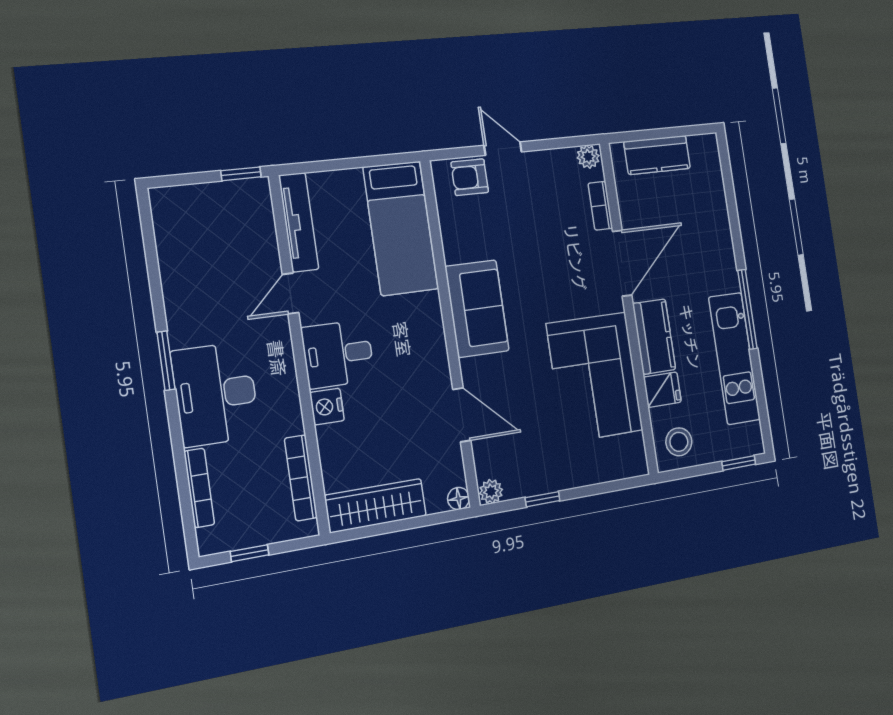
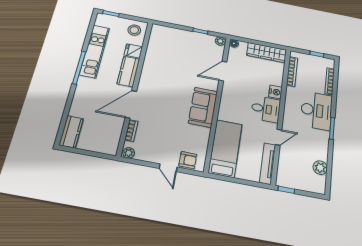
kitchen counter: (657, 155) -> (71, 132), moved, turned 90
plant: (174, 250) -> (320, 168), added
corner sofa: (595, 377) -> (161, 65), removed
door: (462, 415) -> (223, 71), hinge flipped

